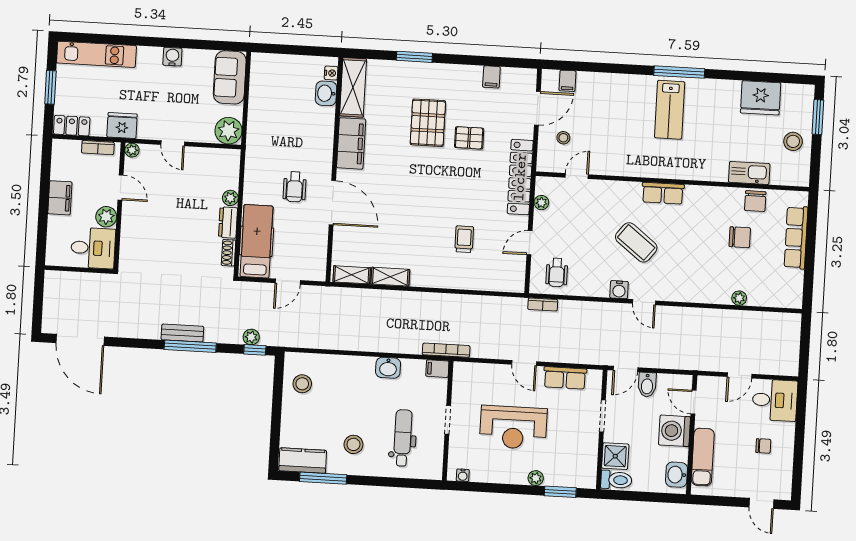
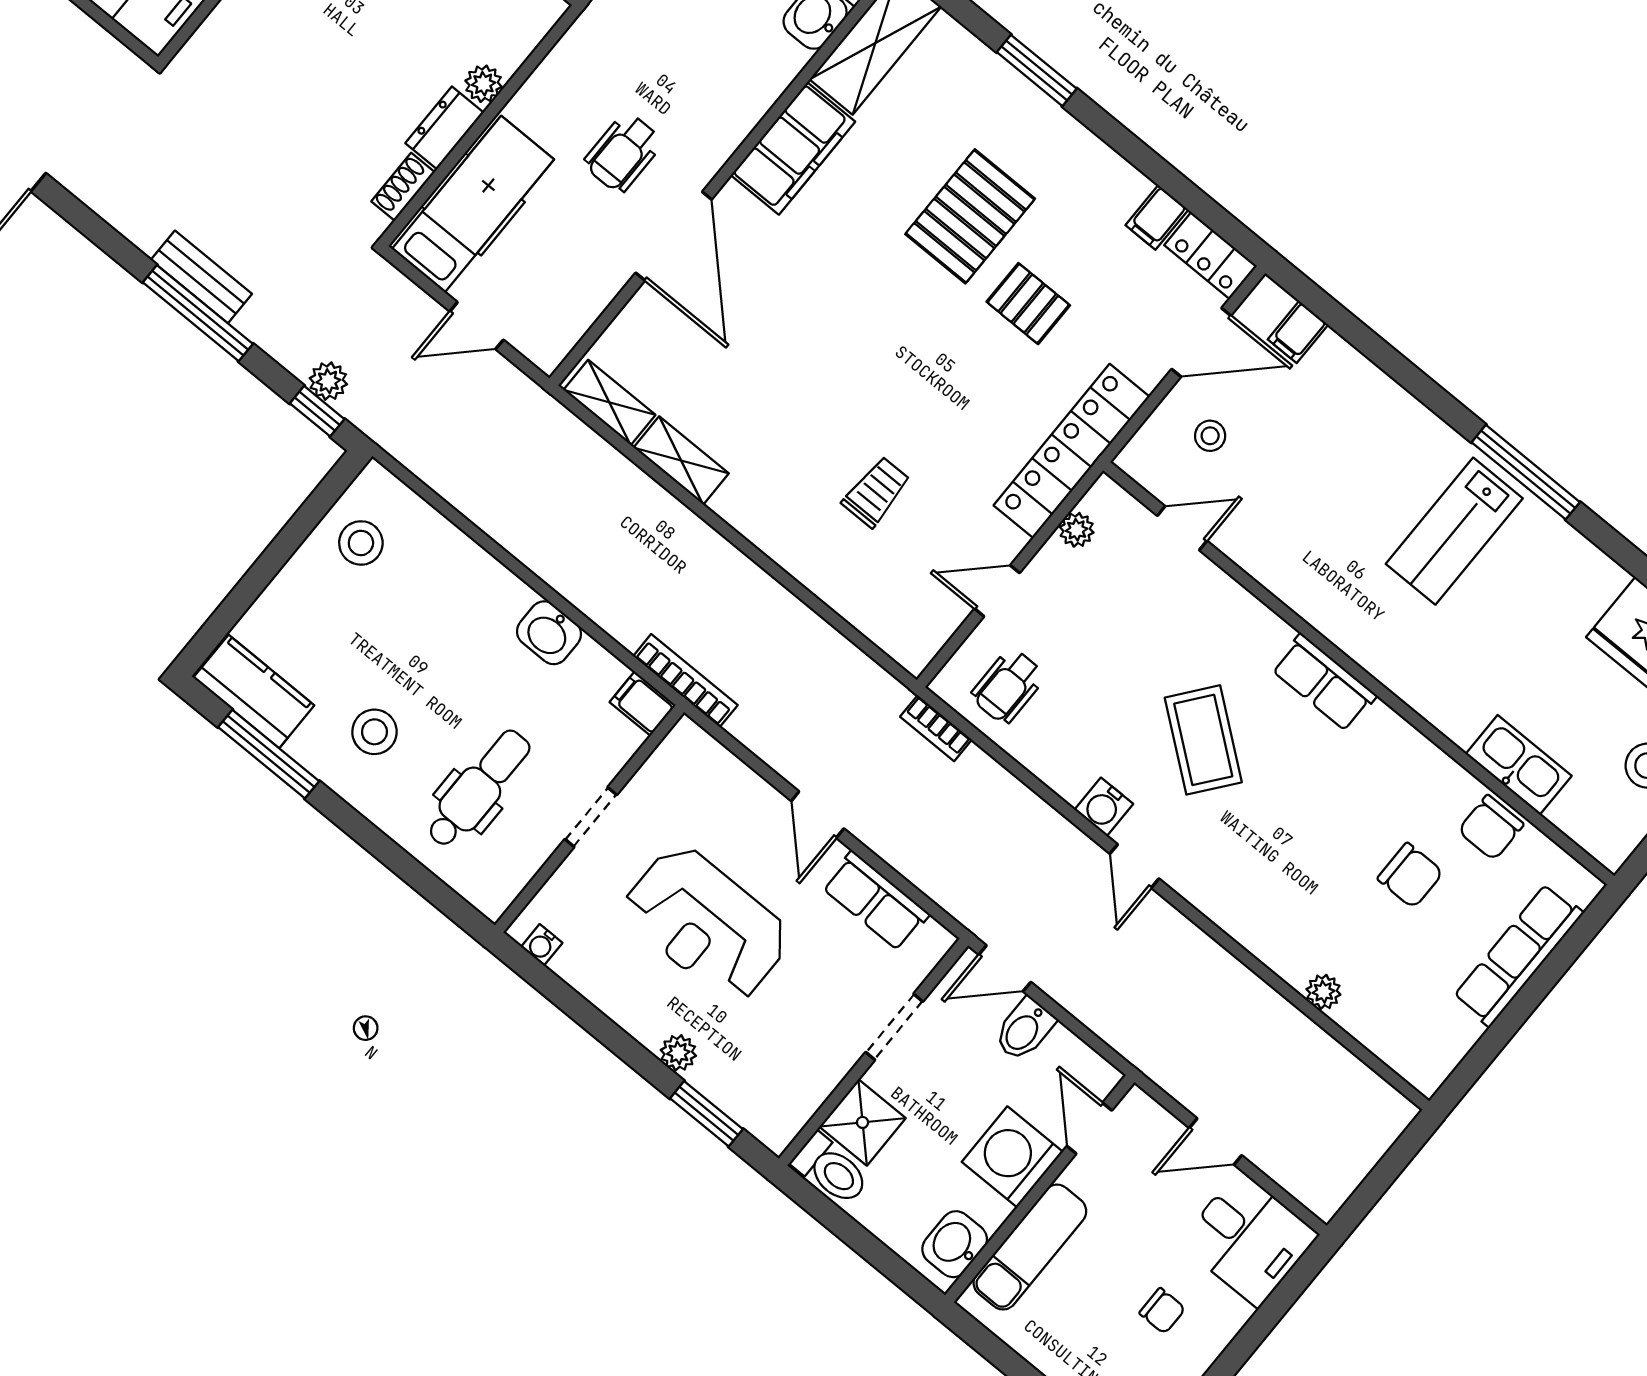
locker: (519, 77) -> (1211, 256), added

